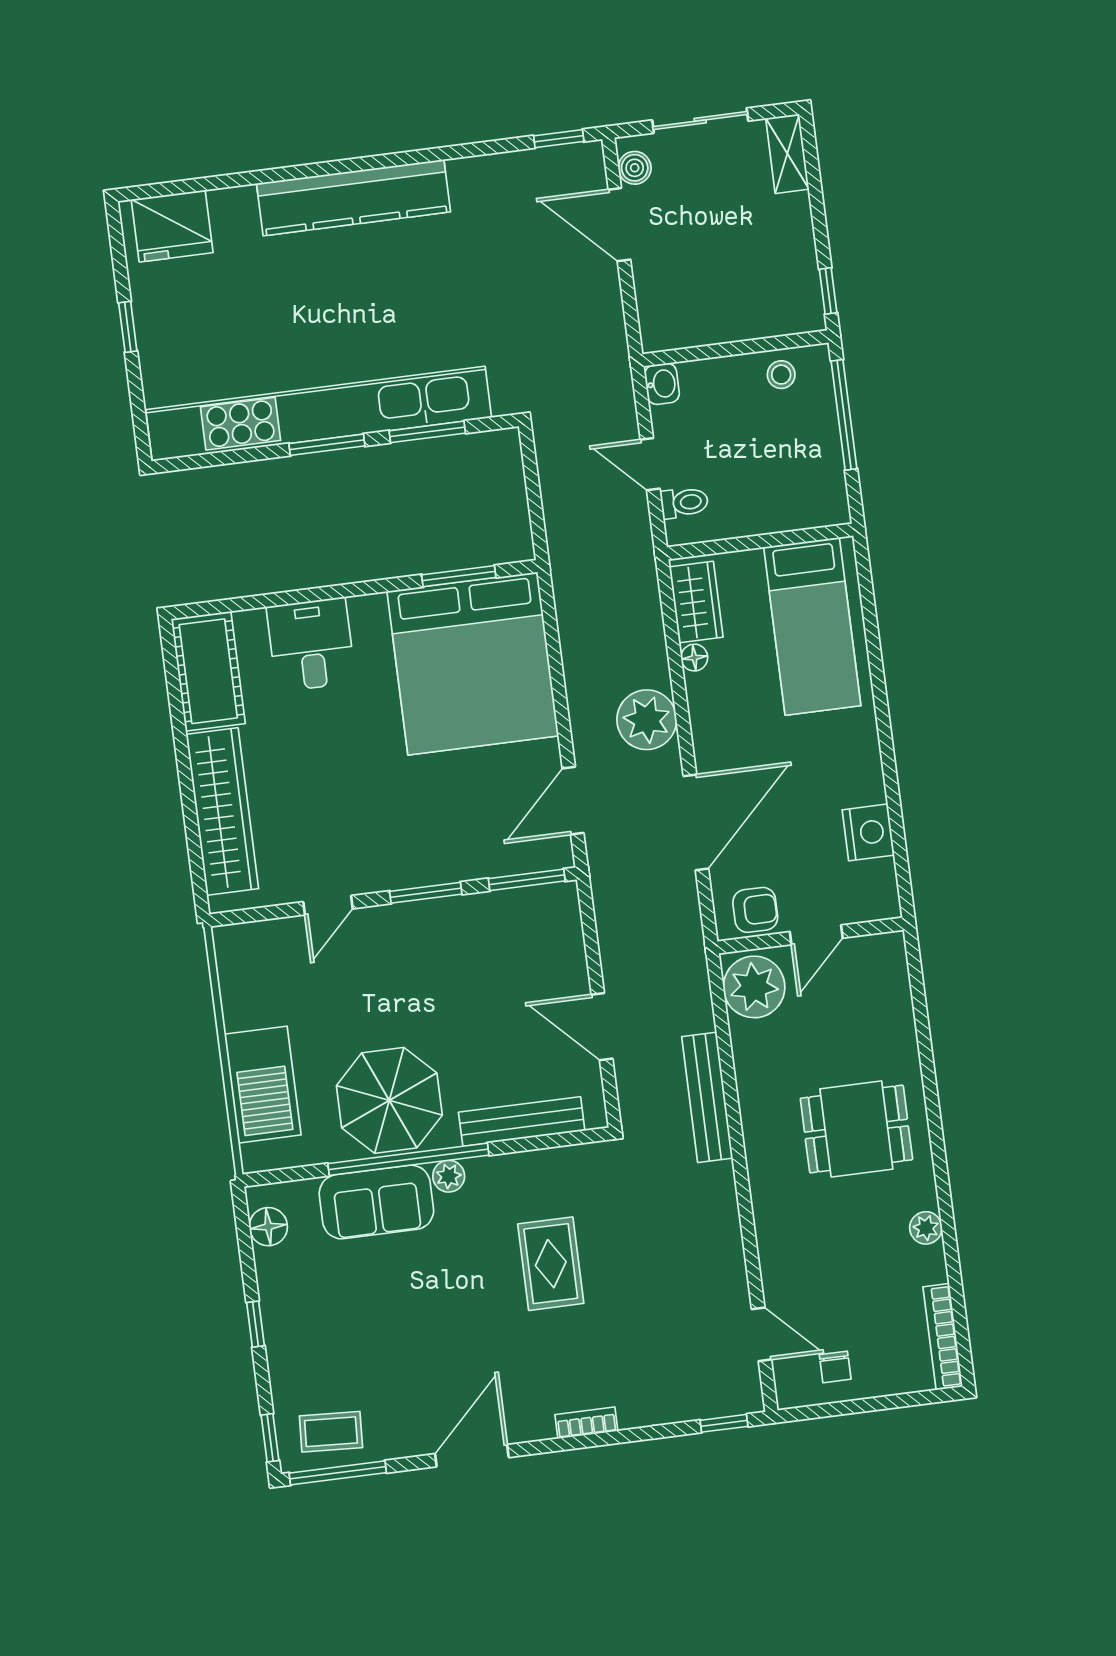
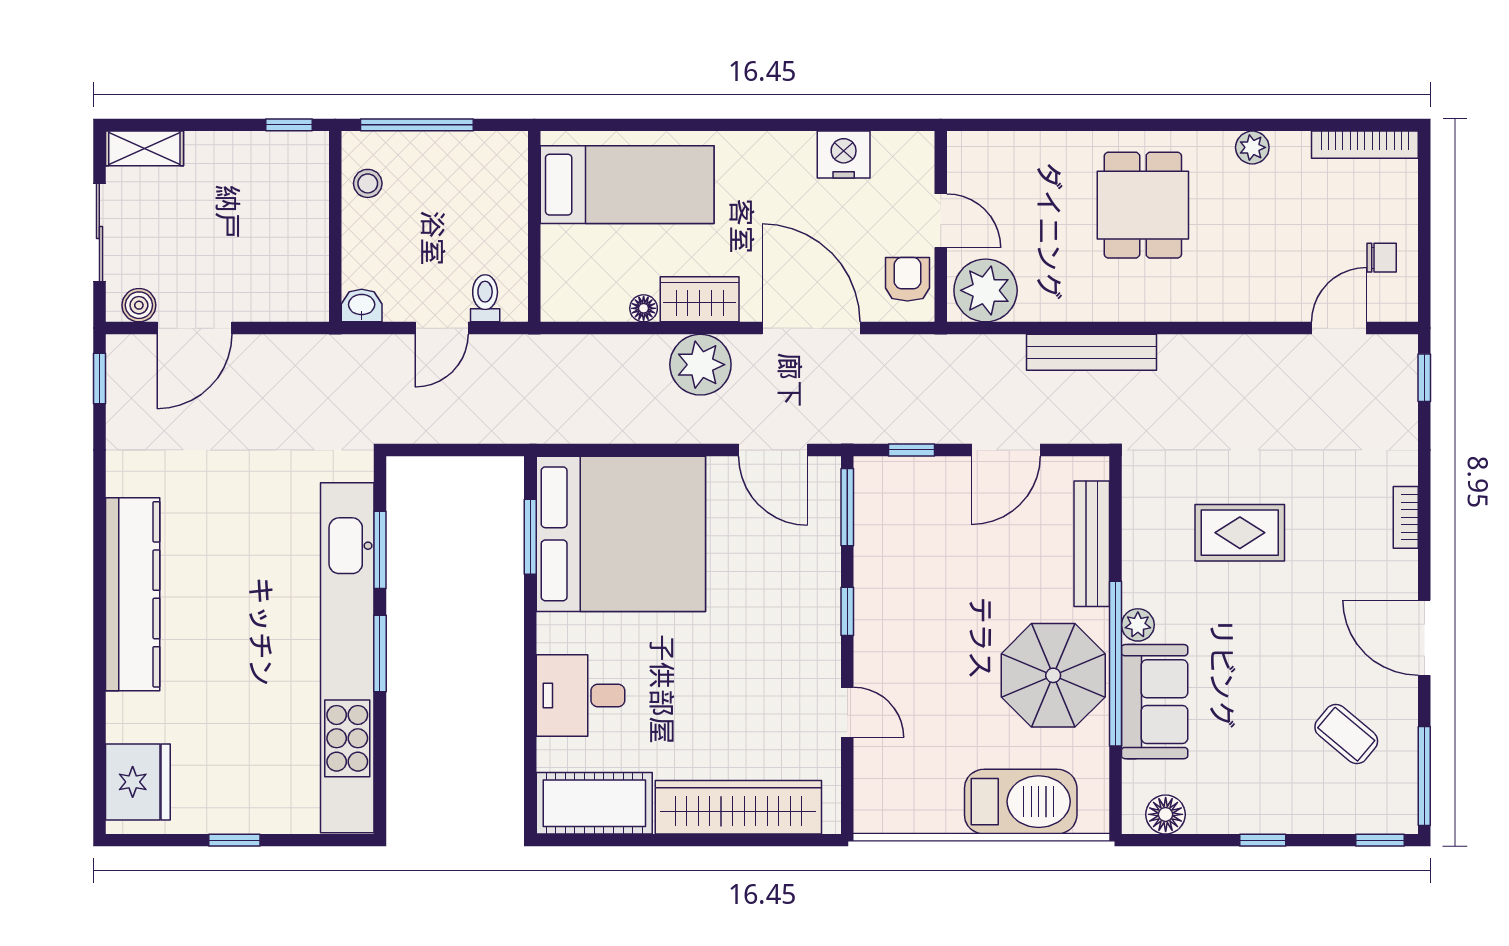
wardrobe: (696, 602) -> (700, 299), moved
window: (426, 893) -> (847, 611), width x0.67
window: (590, 935) -> (911, 450), added
coffee table: (331, 1432) -> (1346, 734), moved, turned -53

